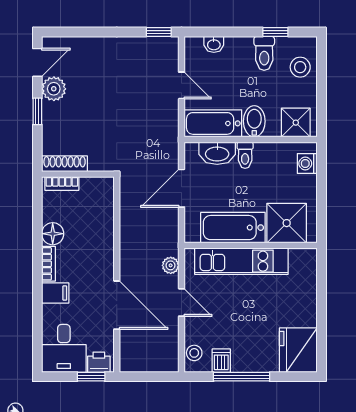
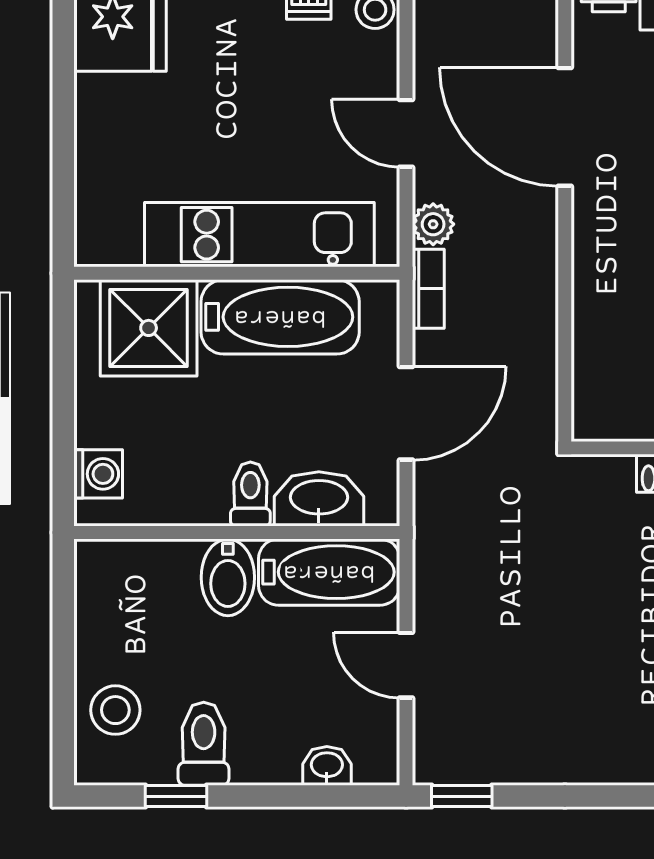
shower: (296, 123) -> (126, 574), removed
bookcase: (172, 239) -> (428, 289), added

